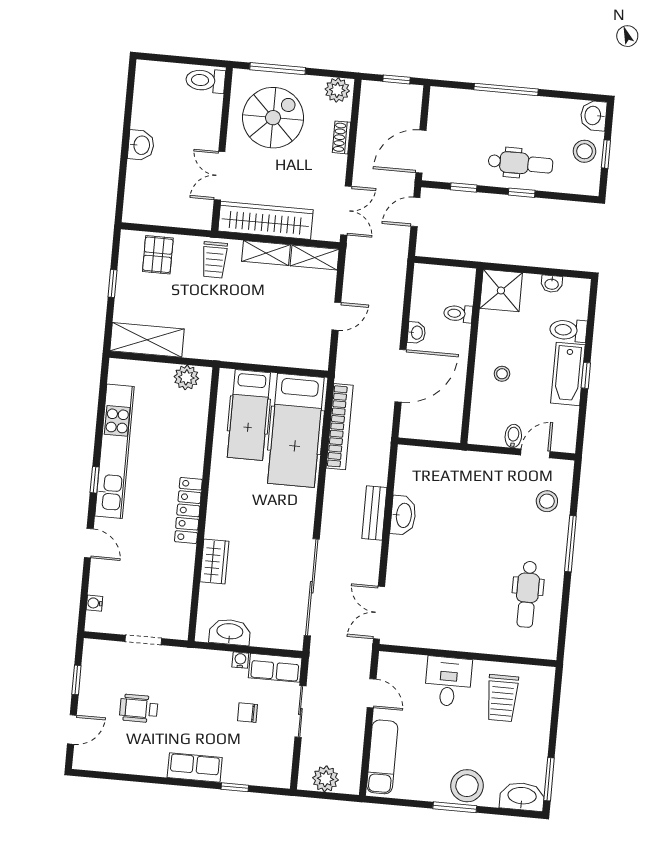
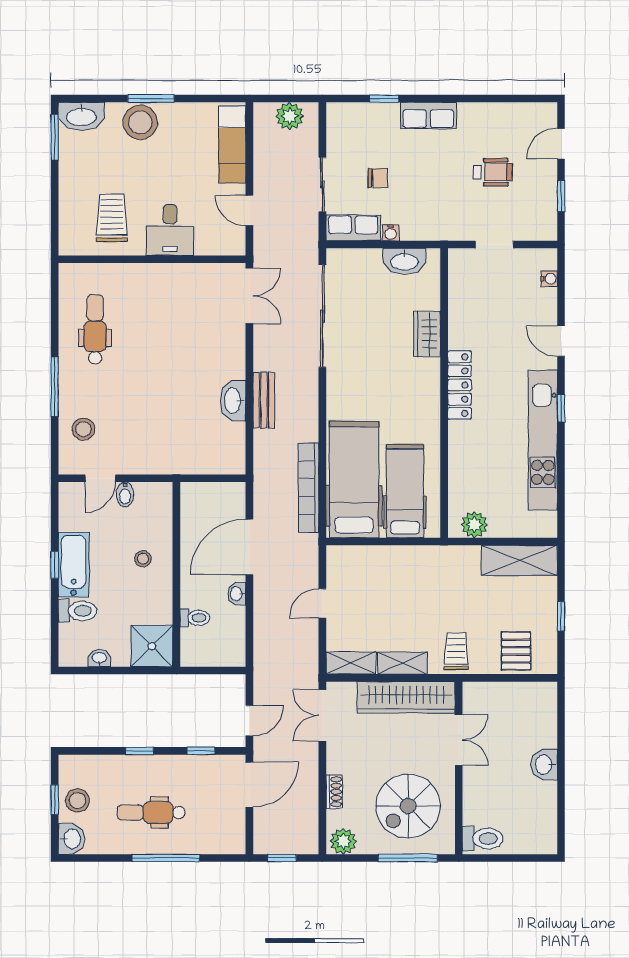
dental chair: (521, 163) -> (151, 813), moved

